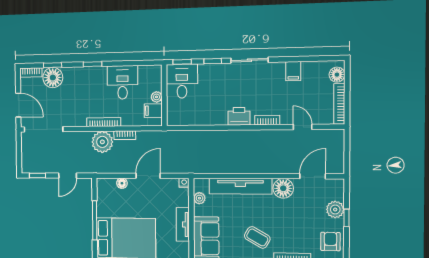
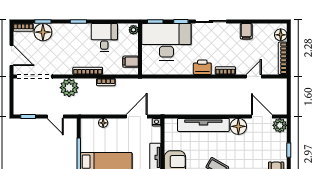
desk: (182, 81) -> (166, 42), width x1.87, depth x1.30
plant: (157, 97) -> (133, 30), moved
door: (303, 127) -> (254, 76), hinge flipped
plant: (102, 142) -> (69, 88), moved
door: (68, 176) -> (55, 116), hinge flipped
door: (148, 176) -> (137, 116), moved
door: (313, 176) -> (262, 116), hinge flipped
plant: (199, 198) -> (169, 135), removed
plant: (335, 210) -> (280, 125), moved

